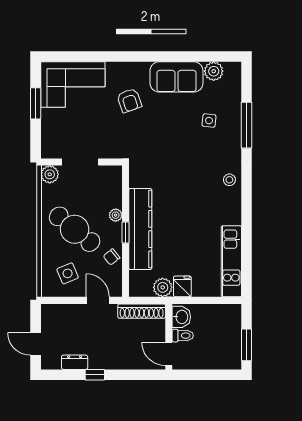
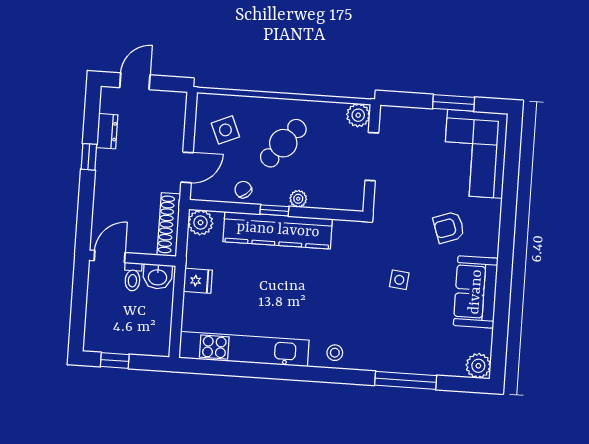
plant: (214, 71) -> (478, 366), moved
side table: (209, 121) -> (399, 280), moved
cafe table: (75, 229) -> (283, 143), width x0.73, depth x0.74
kitchen unit: (231, 261) -> (244, 349), width x1.36
plant: (163, 287) -> (200, 223), moved
window: (247, 345) -> (115, 360), width x0.67

